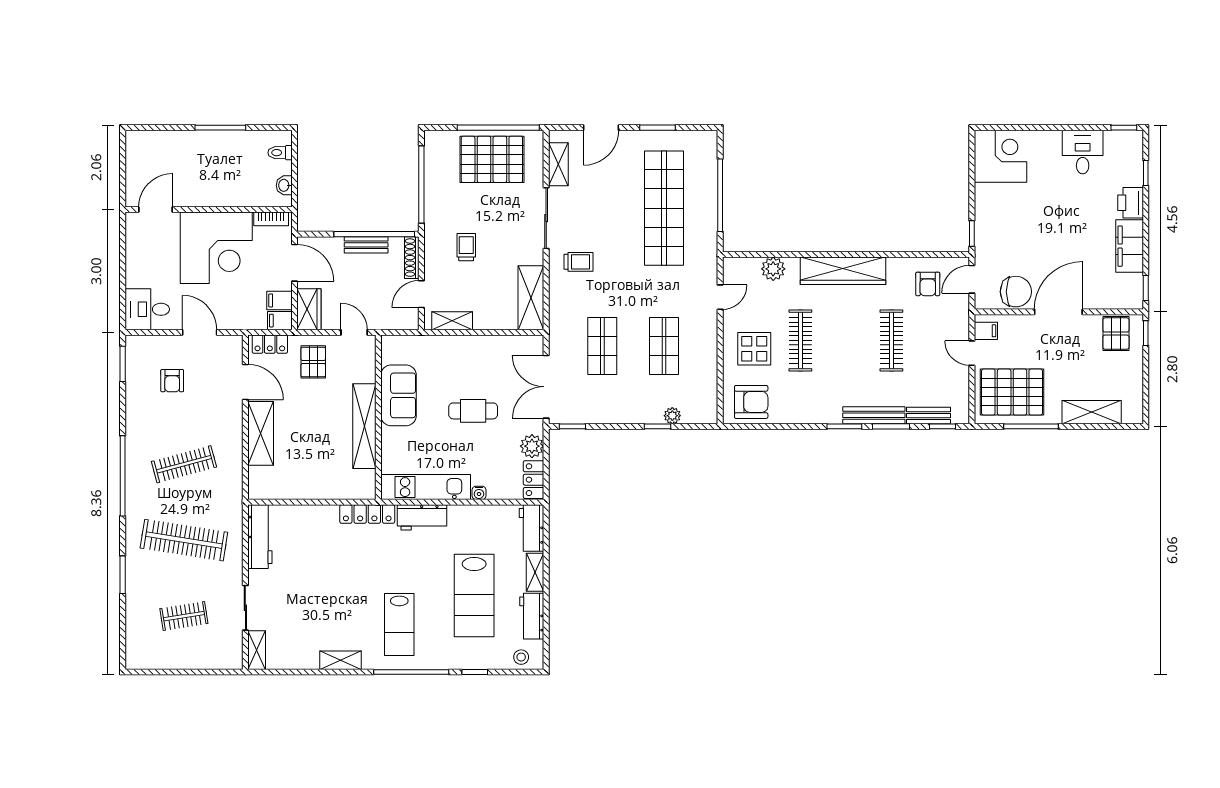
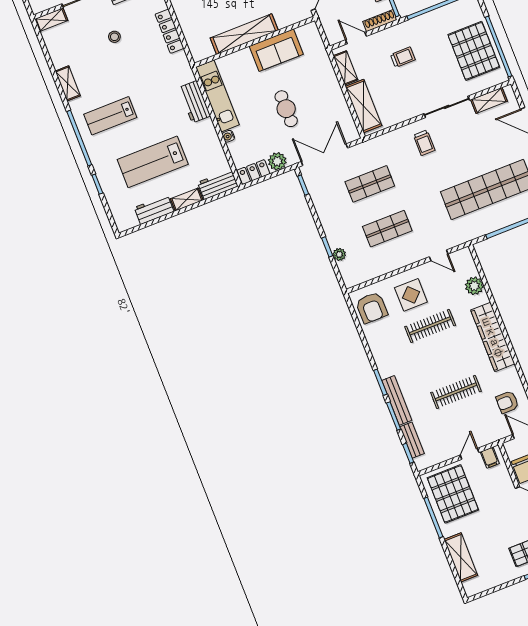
shelving: (531, 298) -> (364, 106), moved, turned 90
locker: (367, 514) -> (170, 31), moved
stool: (521, 657) -> (114, 37), moved

